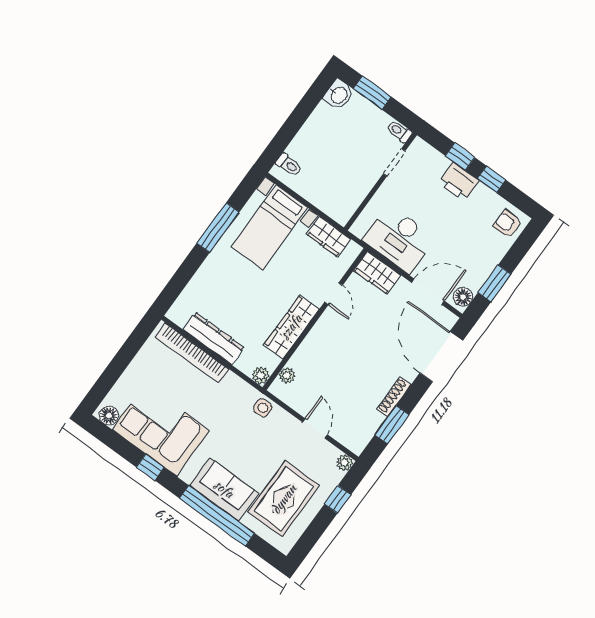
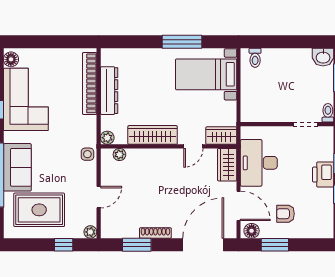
armchair: (507, 224) -> (285, 214), moved, turned -90
wardrobe: (329, 237) -> (221, 136), moved, turned 90

